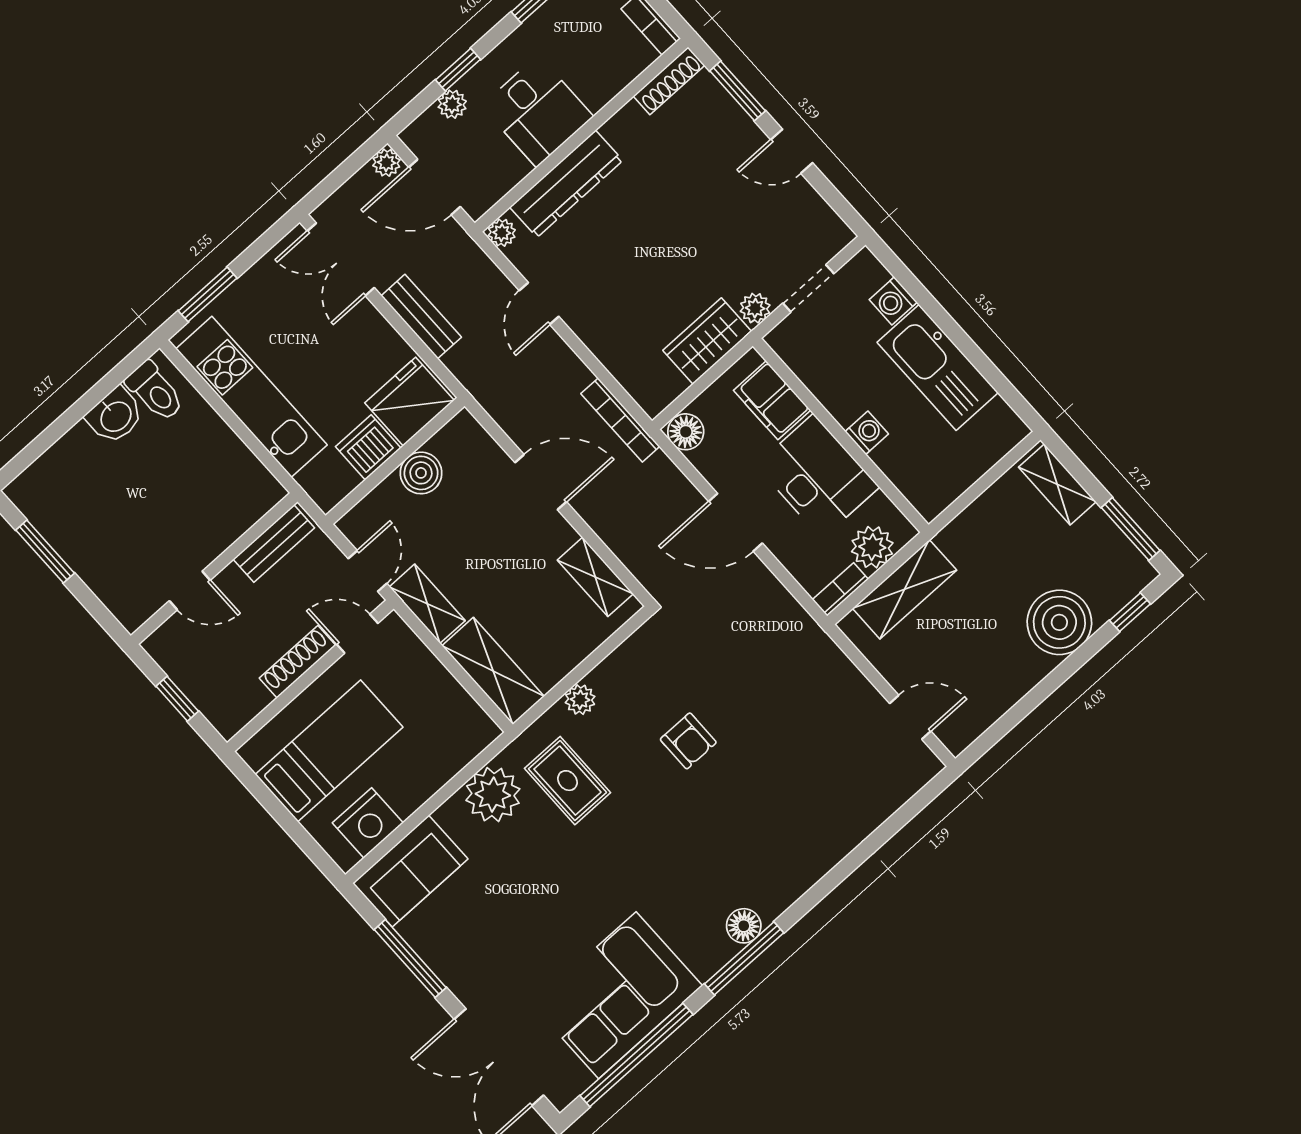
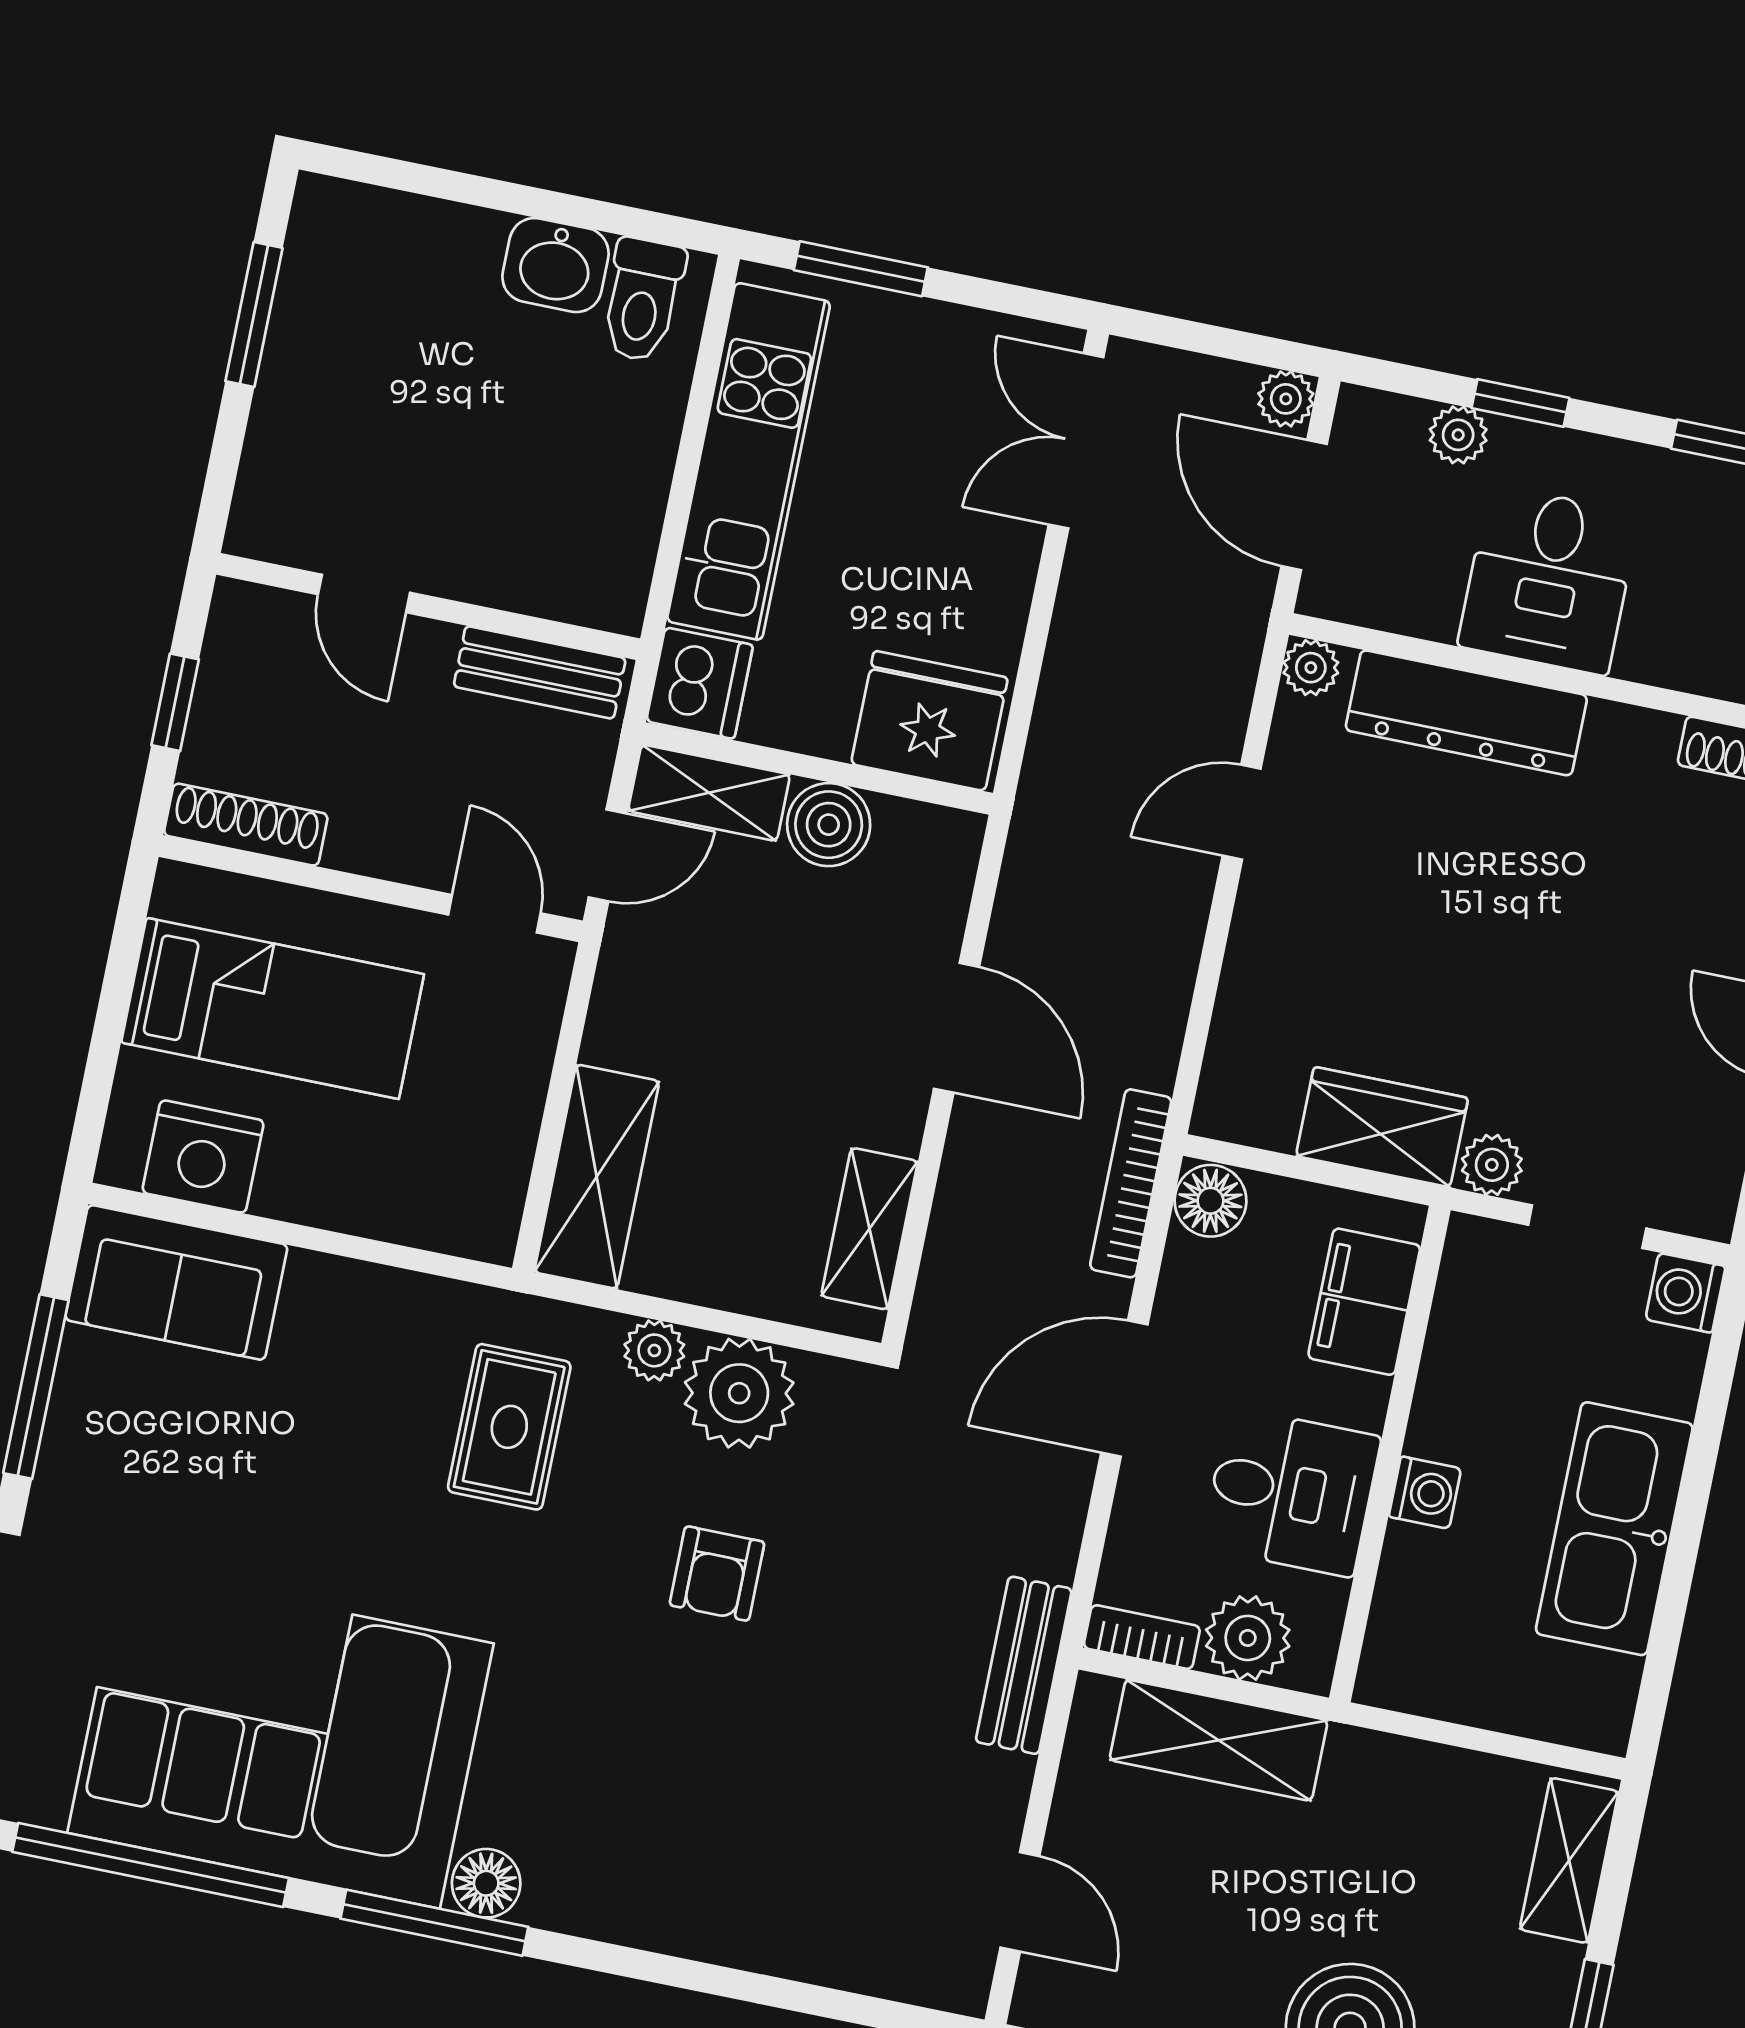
washing machine: (893, 301) -> (1685, 1293), moved
bench: (421, 317) -> (1024, 1665), moved
bookcase: (620, 420) -> (1131, 1183), moved
dishwasher: (368, 447) -> (700, 683), moved, turned 90
desk: (818, 476) -> (1291, 1492), width x0.73
door: (735, 522) -> (1124, 1388), hinge flipped
shelving: (427, 604) -> (709, 793), moved, turned 90
shoe rack: (298, 662) -> (246, 825), moved
plant: (493, 795) -> (739, 1393), moved
corner sofa: (617, 995) -> (281, 1738), width x1.36, depth x1.36

